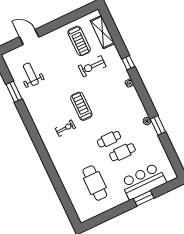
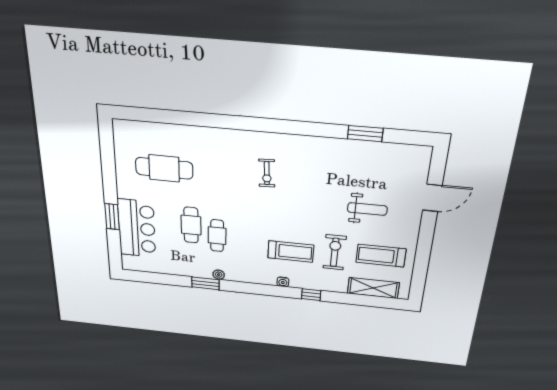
weight bench: (31, 74) -> (367, 209), moved
treadmill: (81, 106) -> (291, 251), moved
cafe table: (109, 139) -> (217, 236), moved

